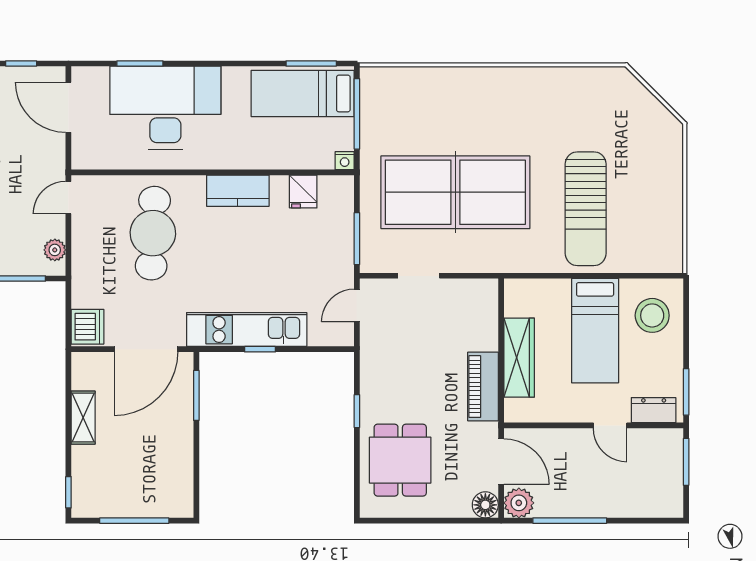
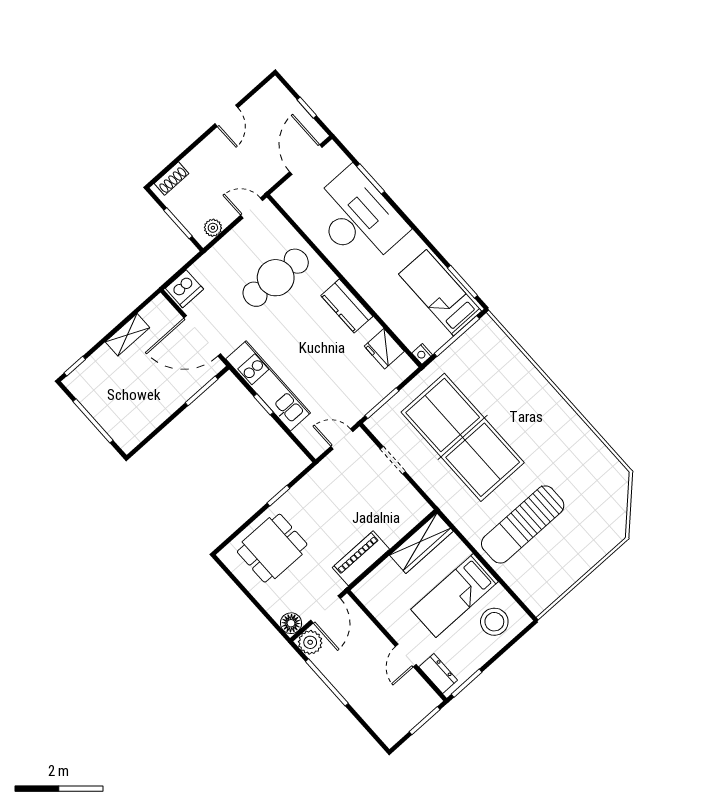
fridge: (303, 191) -> (384, 349), width x1.38
wardrobe: (519, 358) -> (421, 543), moved

